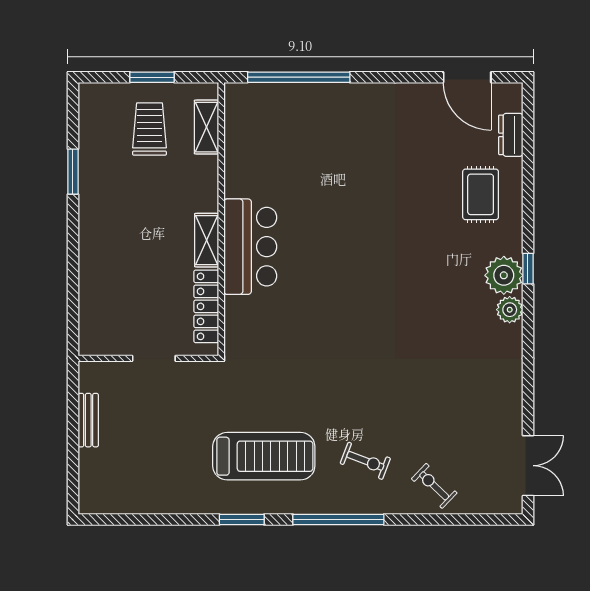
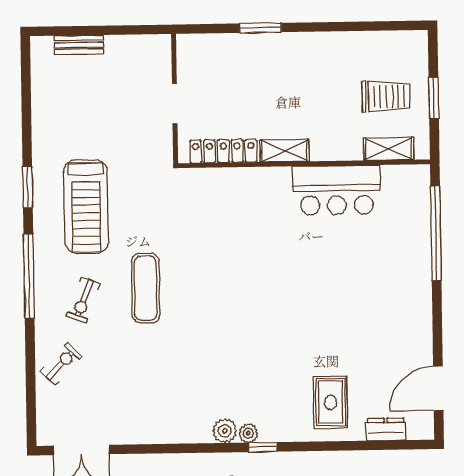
window: (73, 172) -> (260, 28), moved
rug: (481, 194) -> (330, 402), turned 90
bar counter: (250, 247) -> (337, 190), moved
plant: (504, 275) -> (248, 433), width x0.53, depth x0.53
exercise mat: (353, 393) -> (146, 288), added
bench: (88, 420) -> (79, 45), moved

